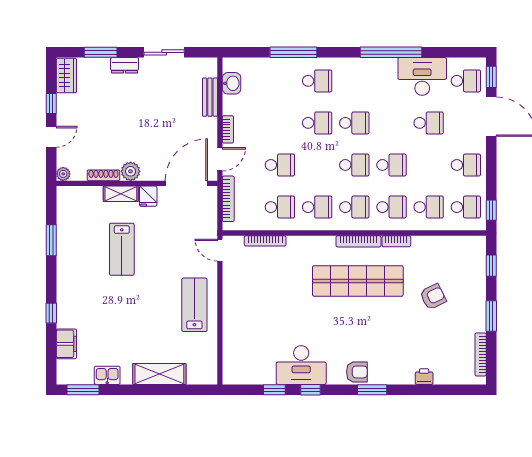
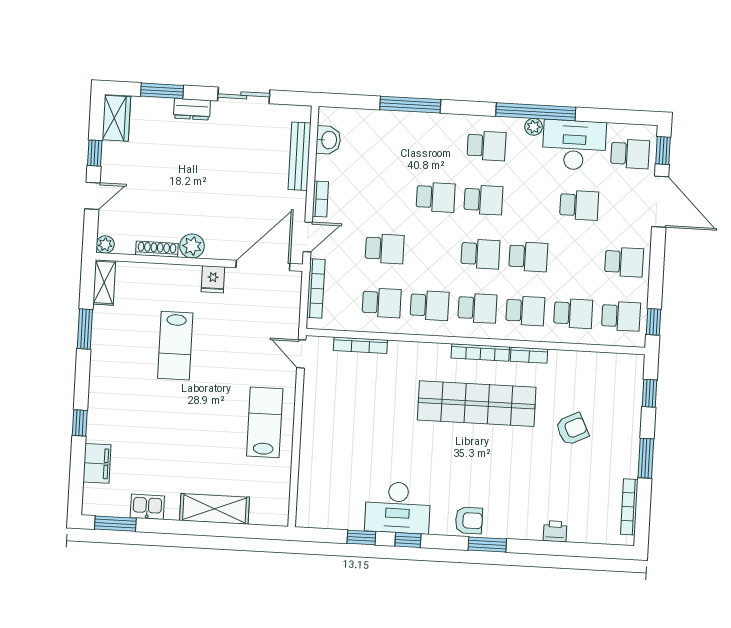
plant: (390, 64) -> (534, 127), added
school desk: (317, 81) -> (486, 146), moved
bench: (210, 97) -> (300, 156), width x1.36
shelving: (121, 194) -> (104, 282), moved, turned 90

